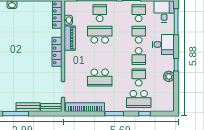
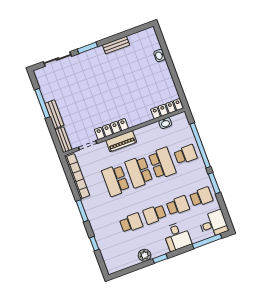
piano: (70, 38) -> (121, 141), moved
locker: (57, 52) -> (111, 129), moved
school desk: (139, 99) -> (139, 172), moved

